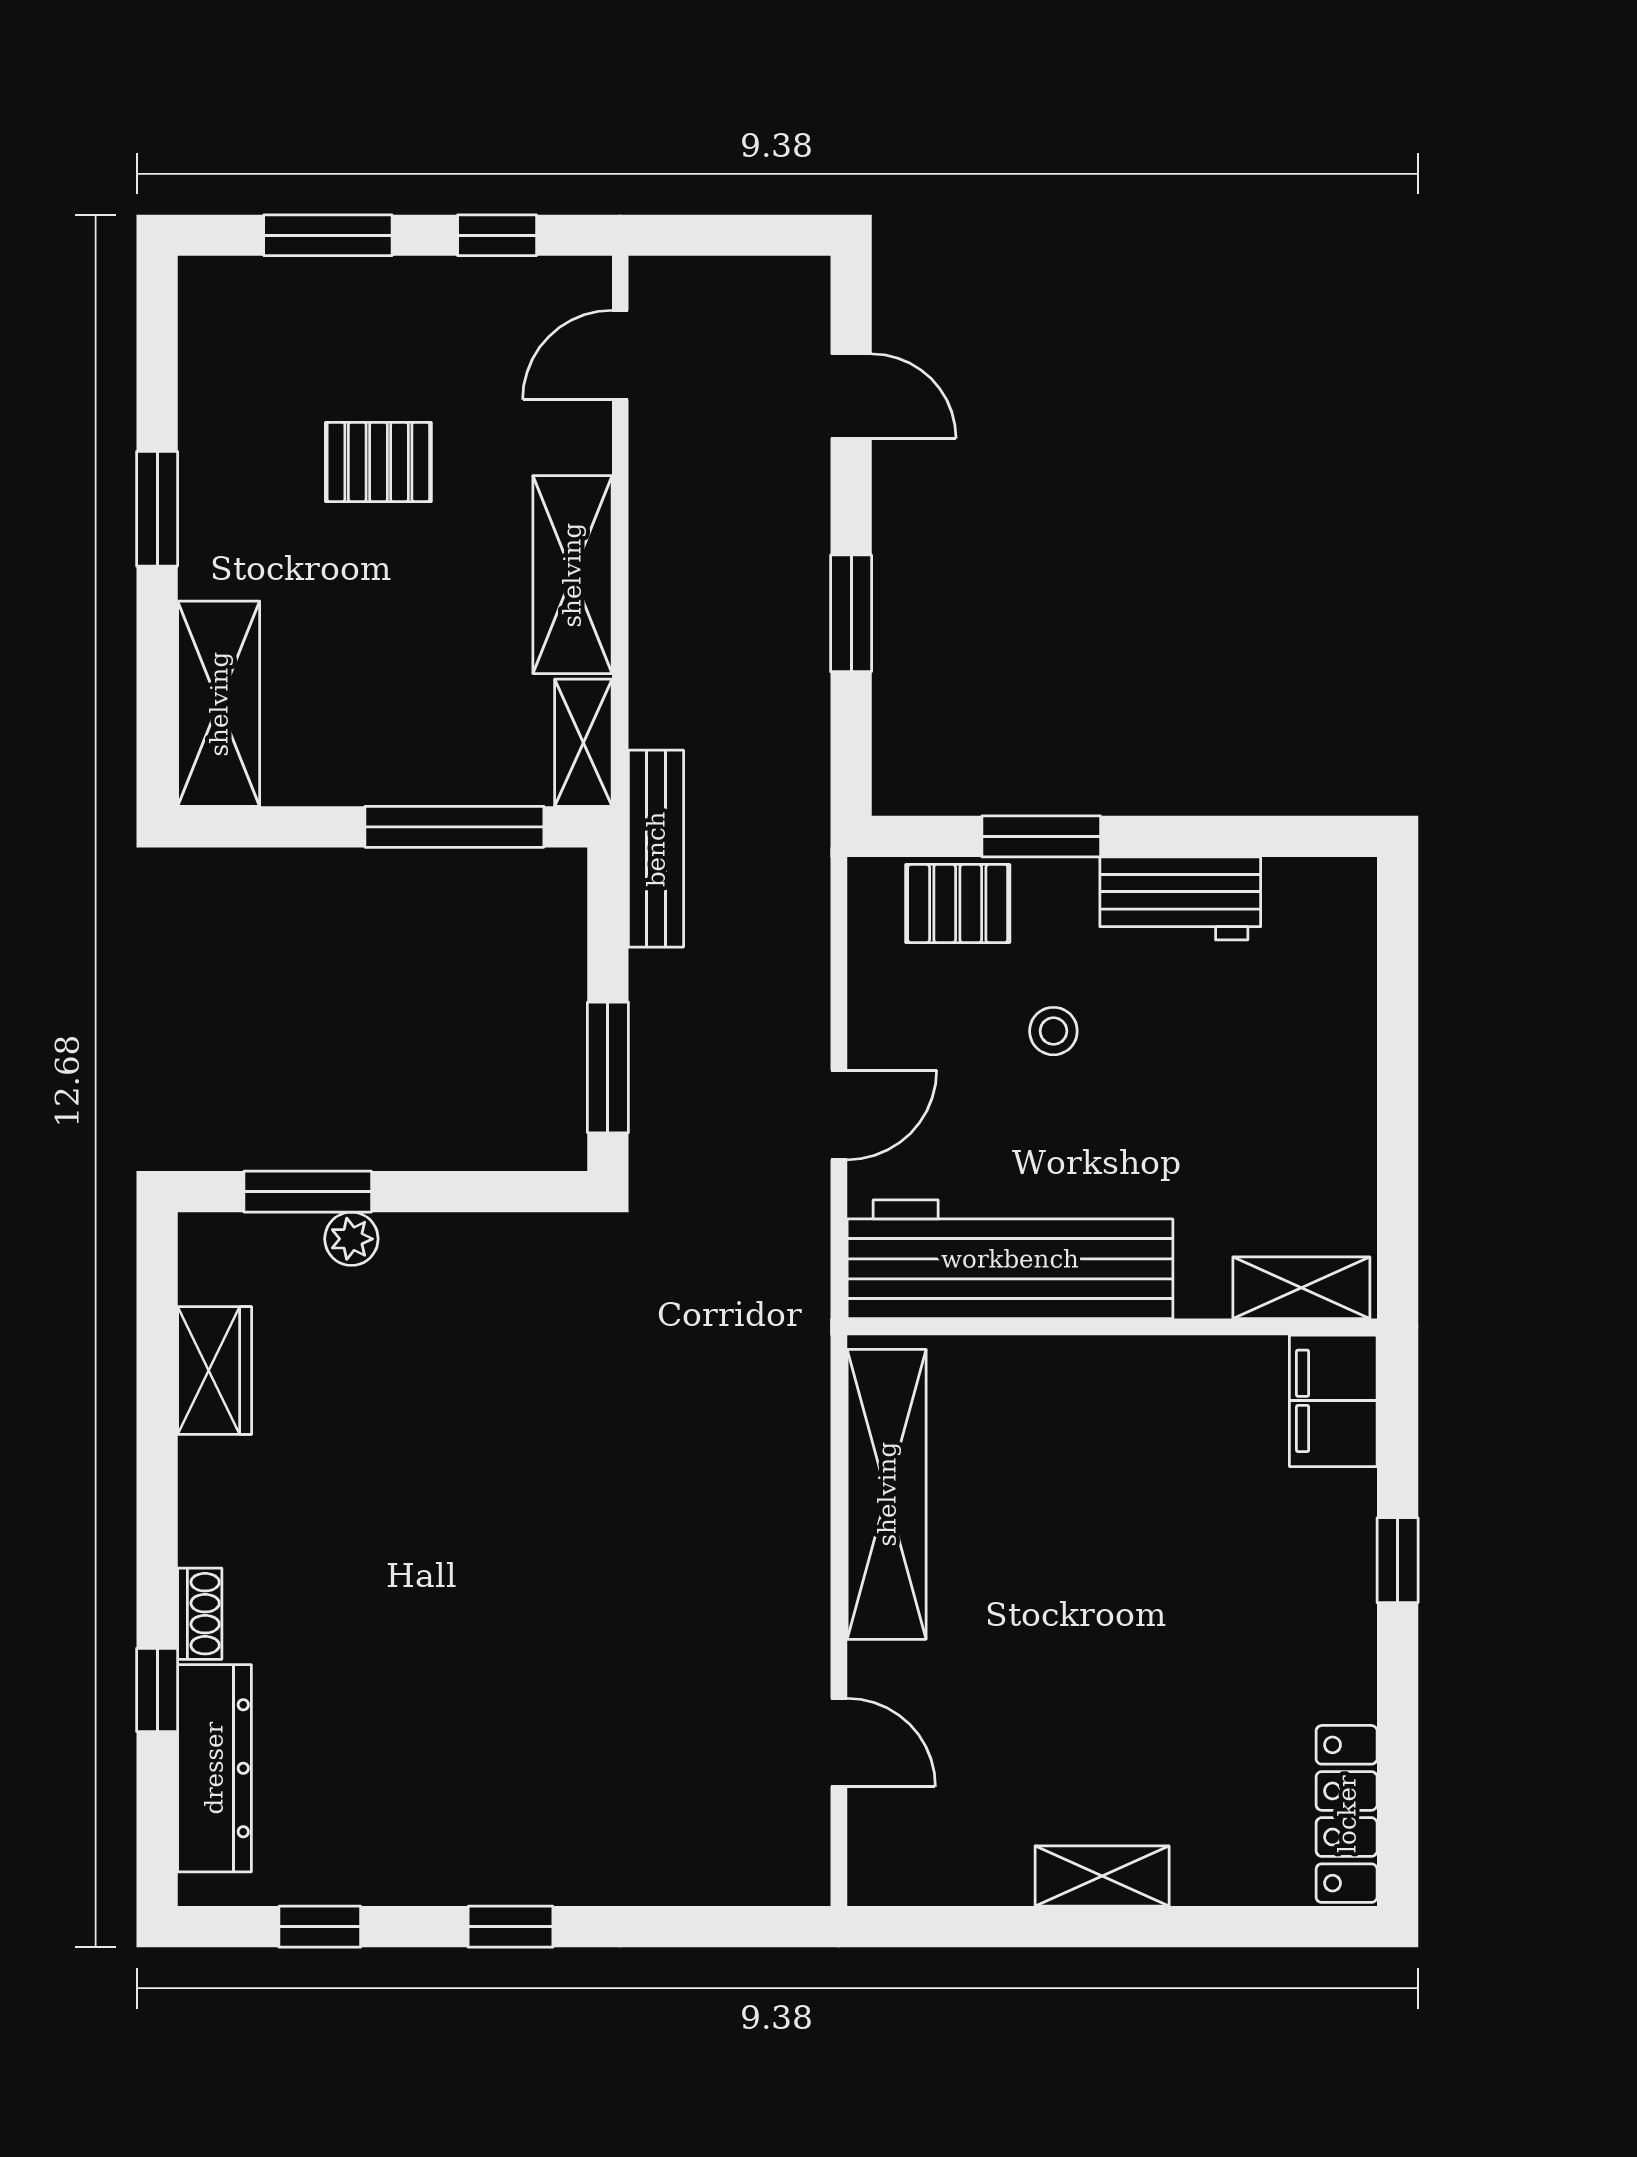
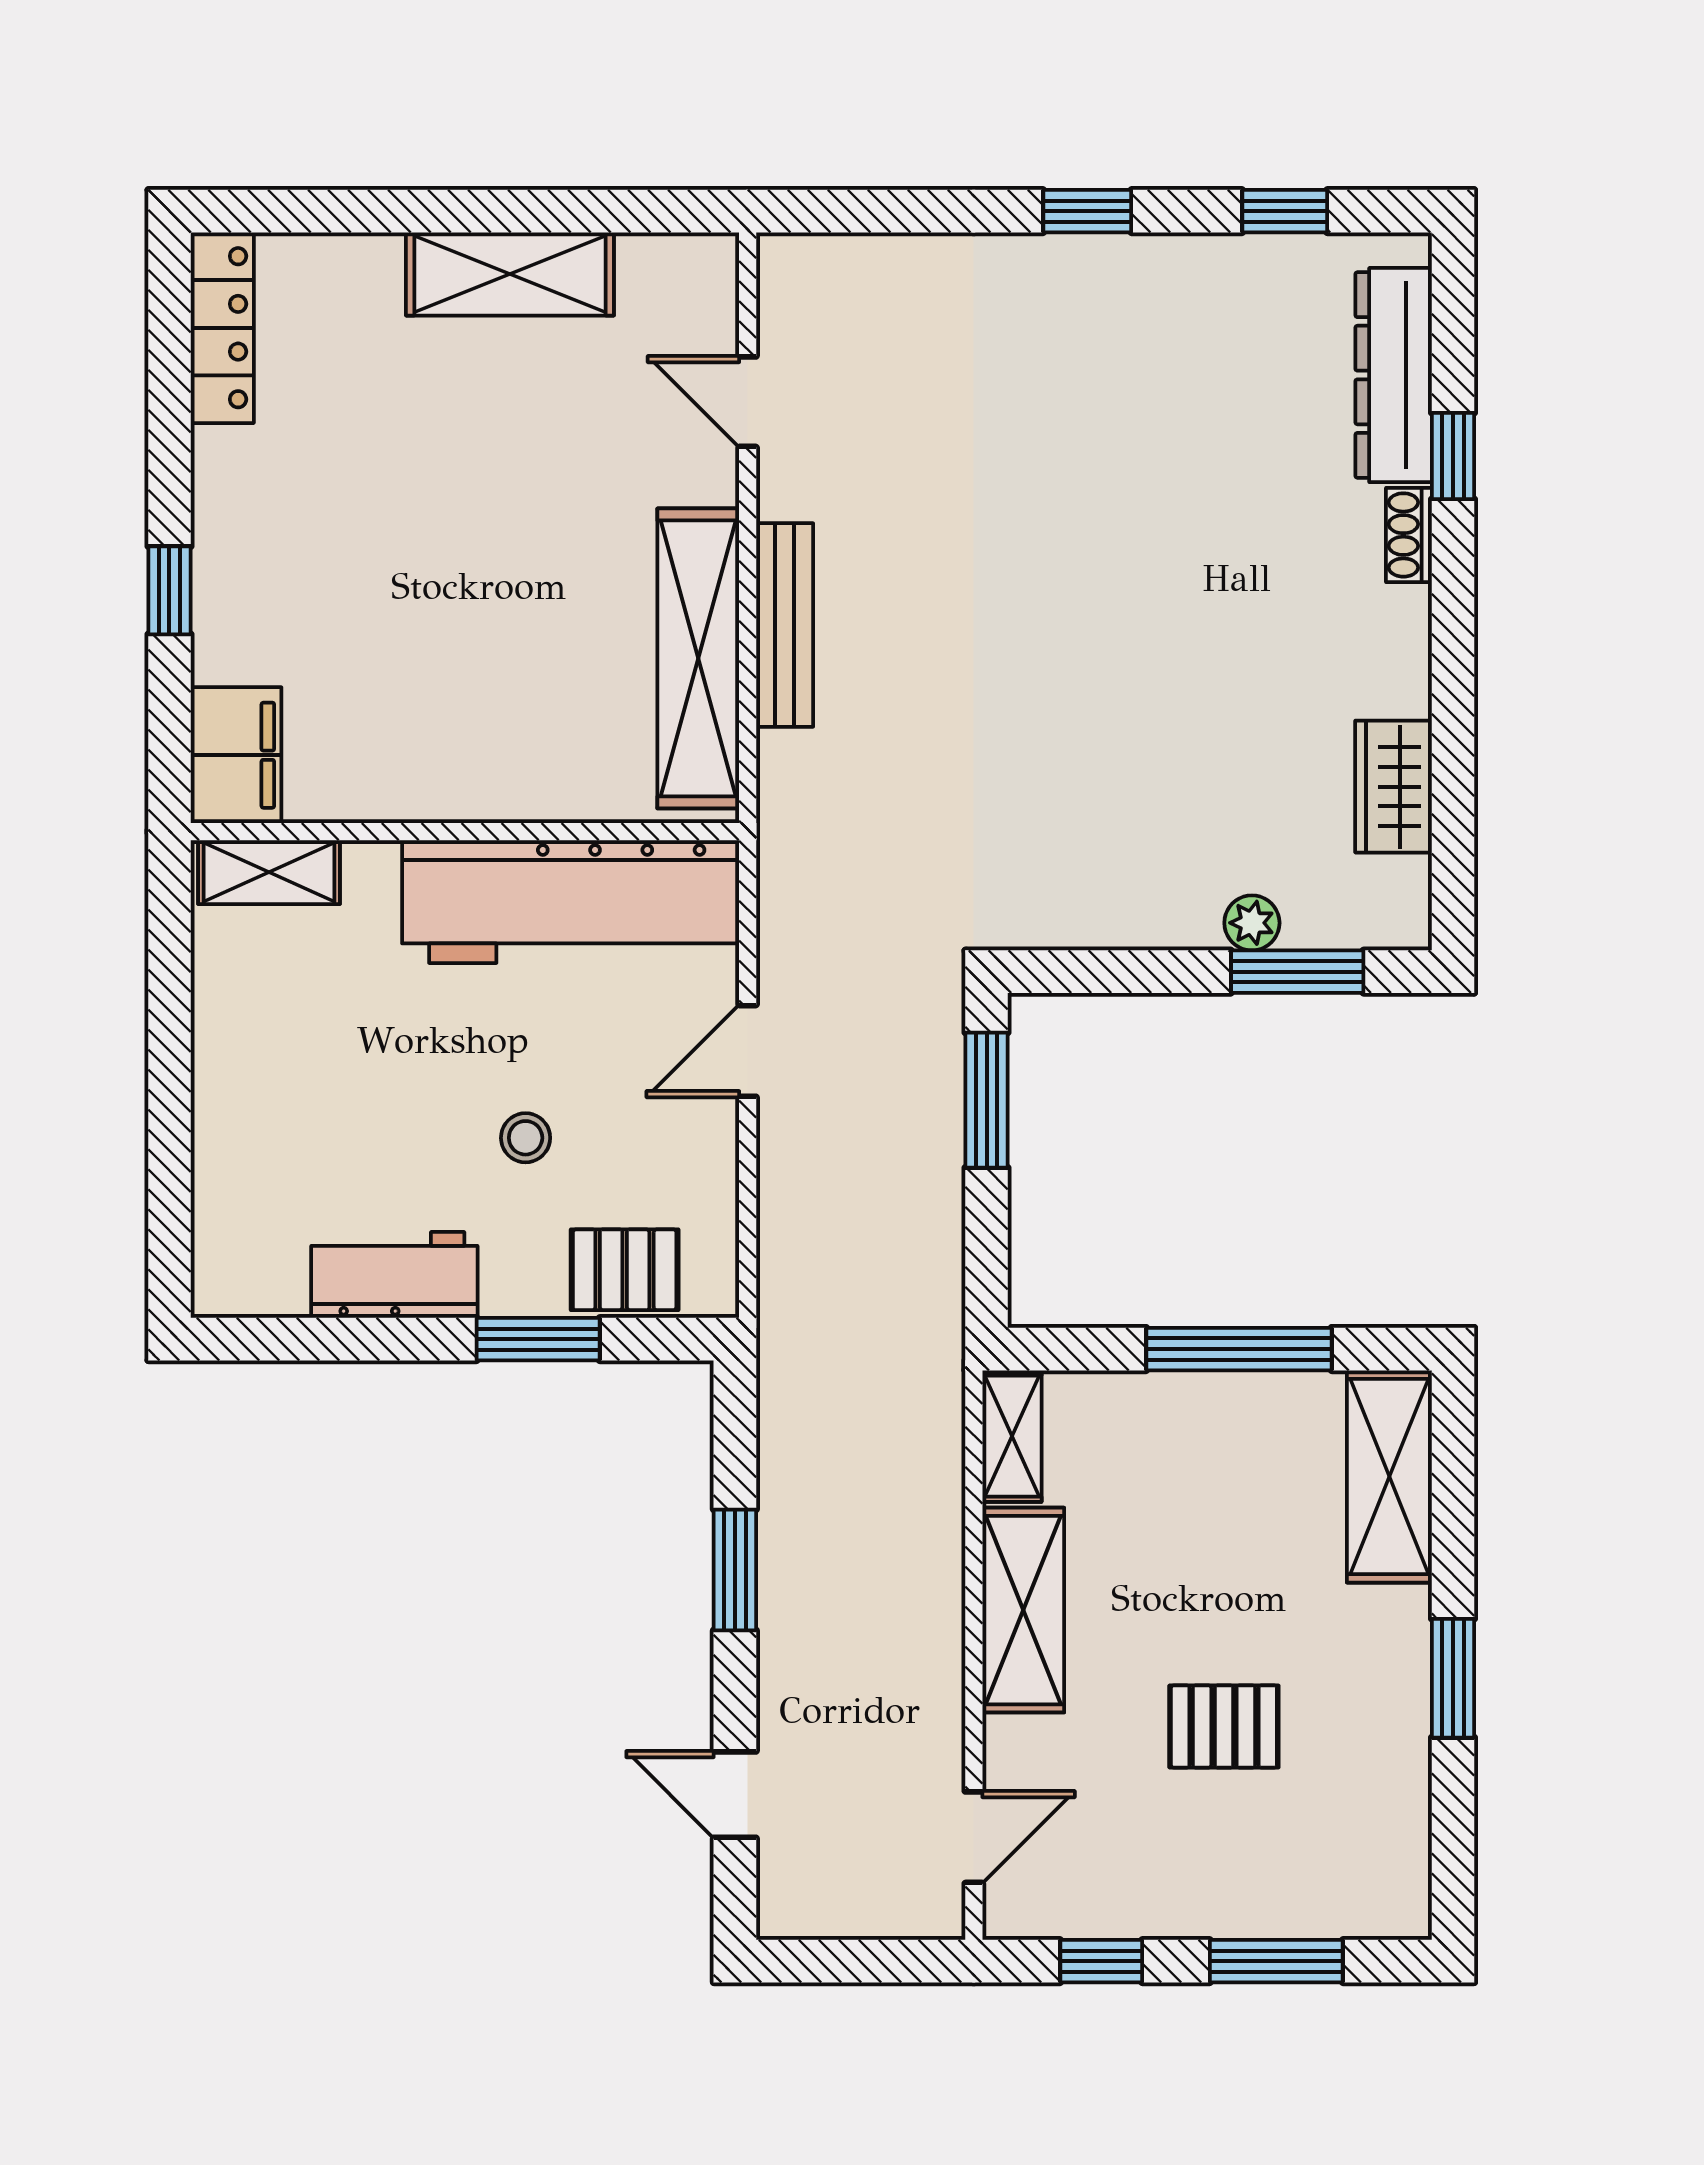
window: (454, 827) -> (1239, 1349), moved
bench: (656, 849) -> (785, 625), moved
shelving: (1102, 1876) -> (510, 274), width x1.50, depth x1.33

